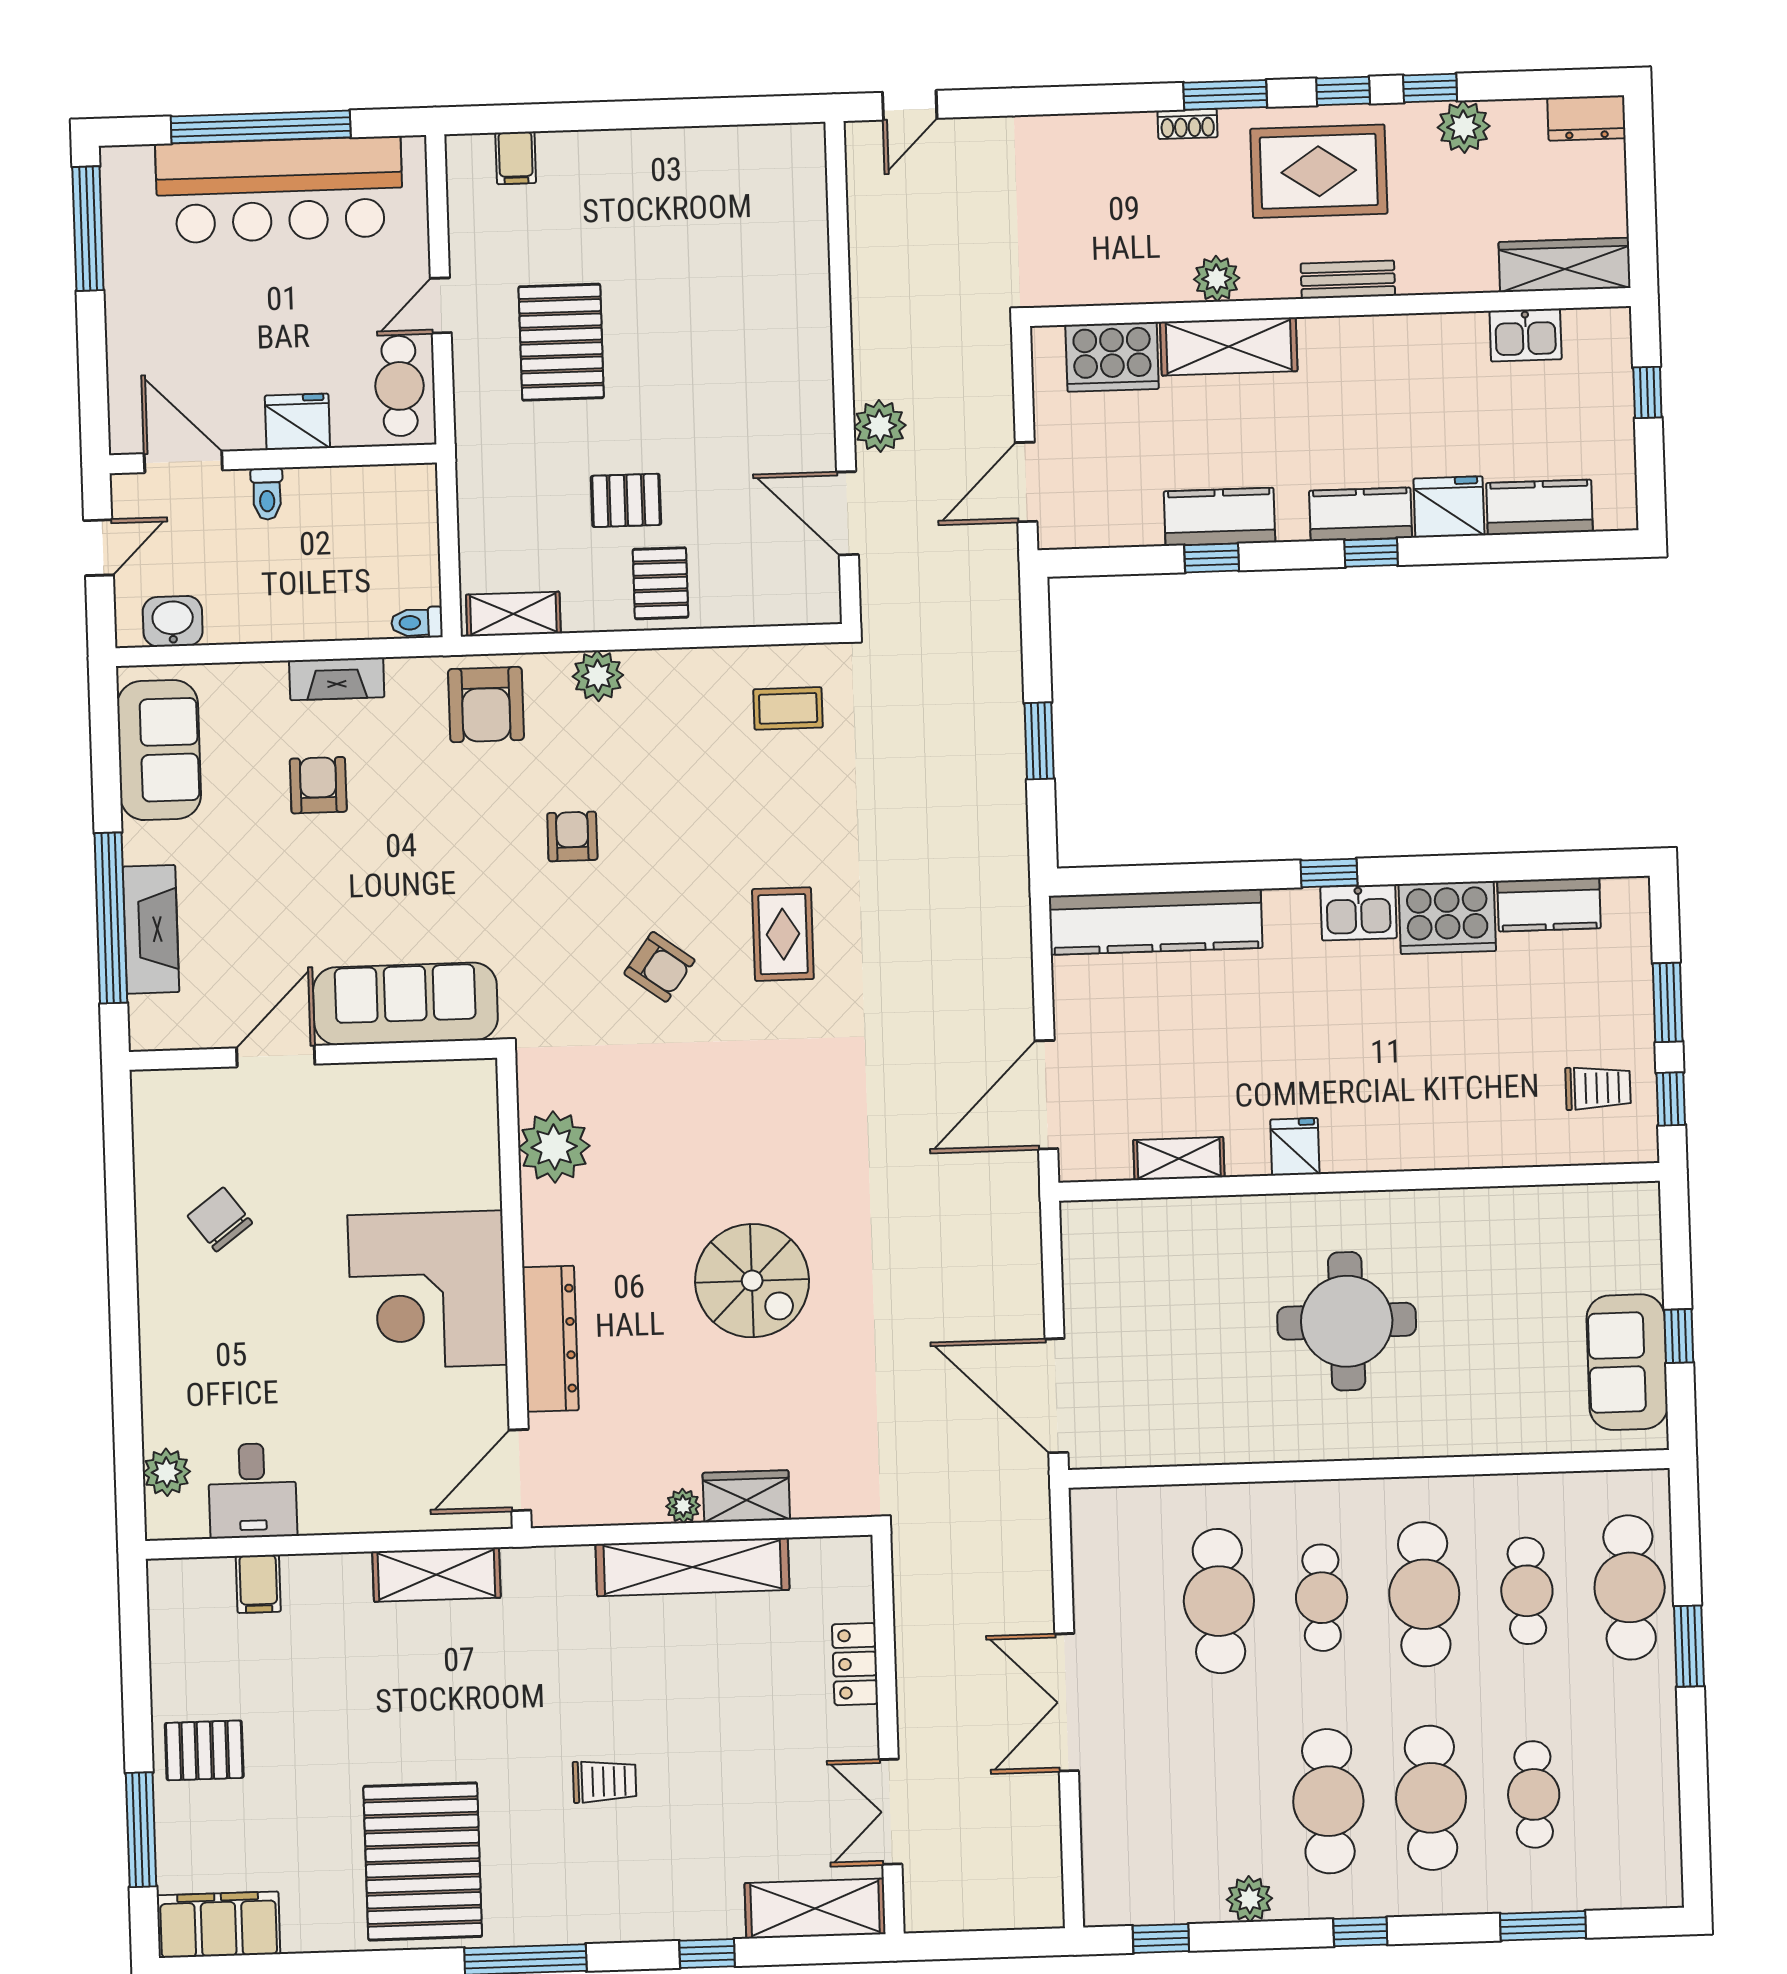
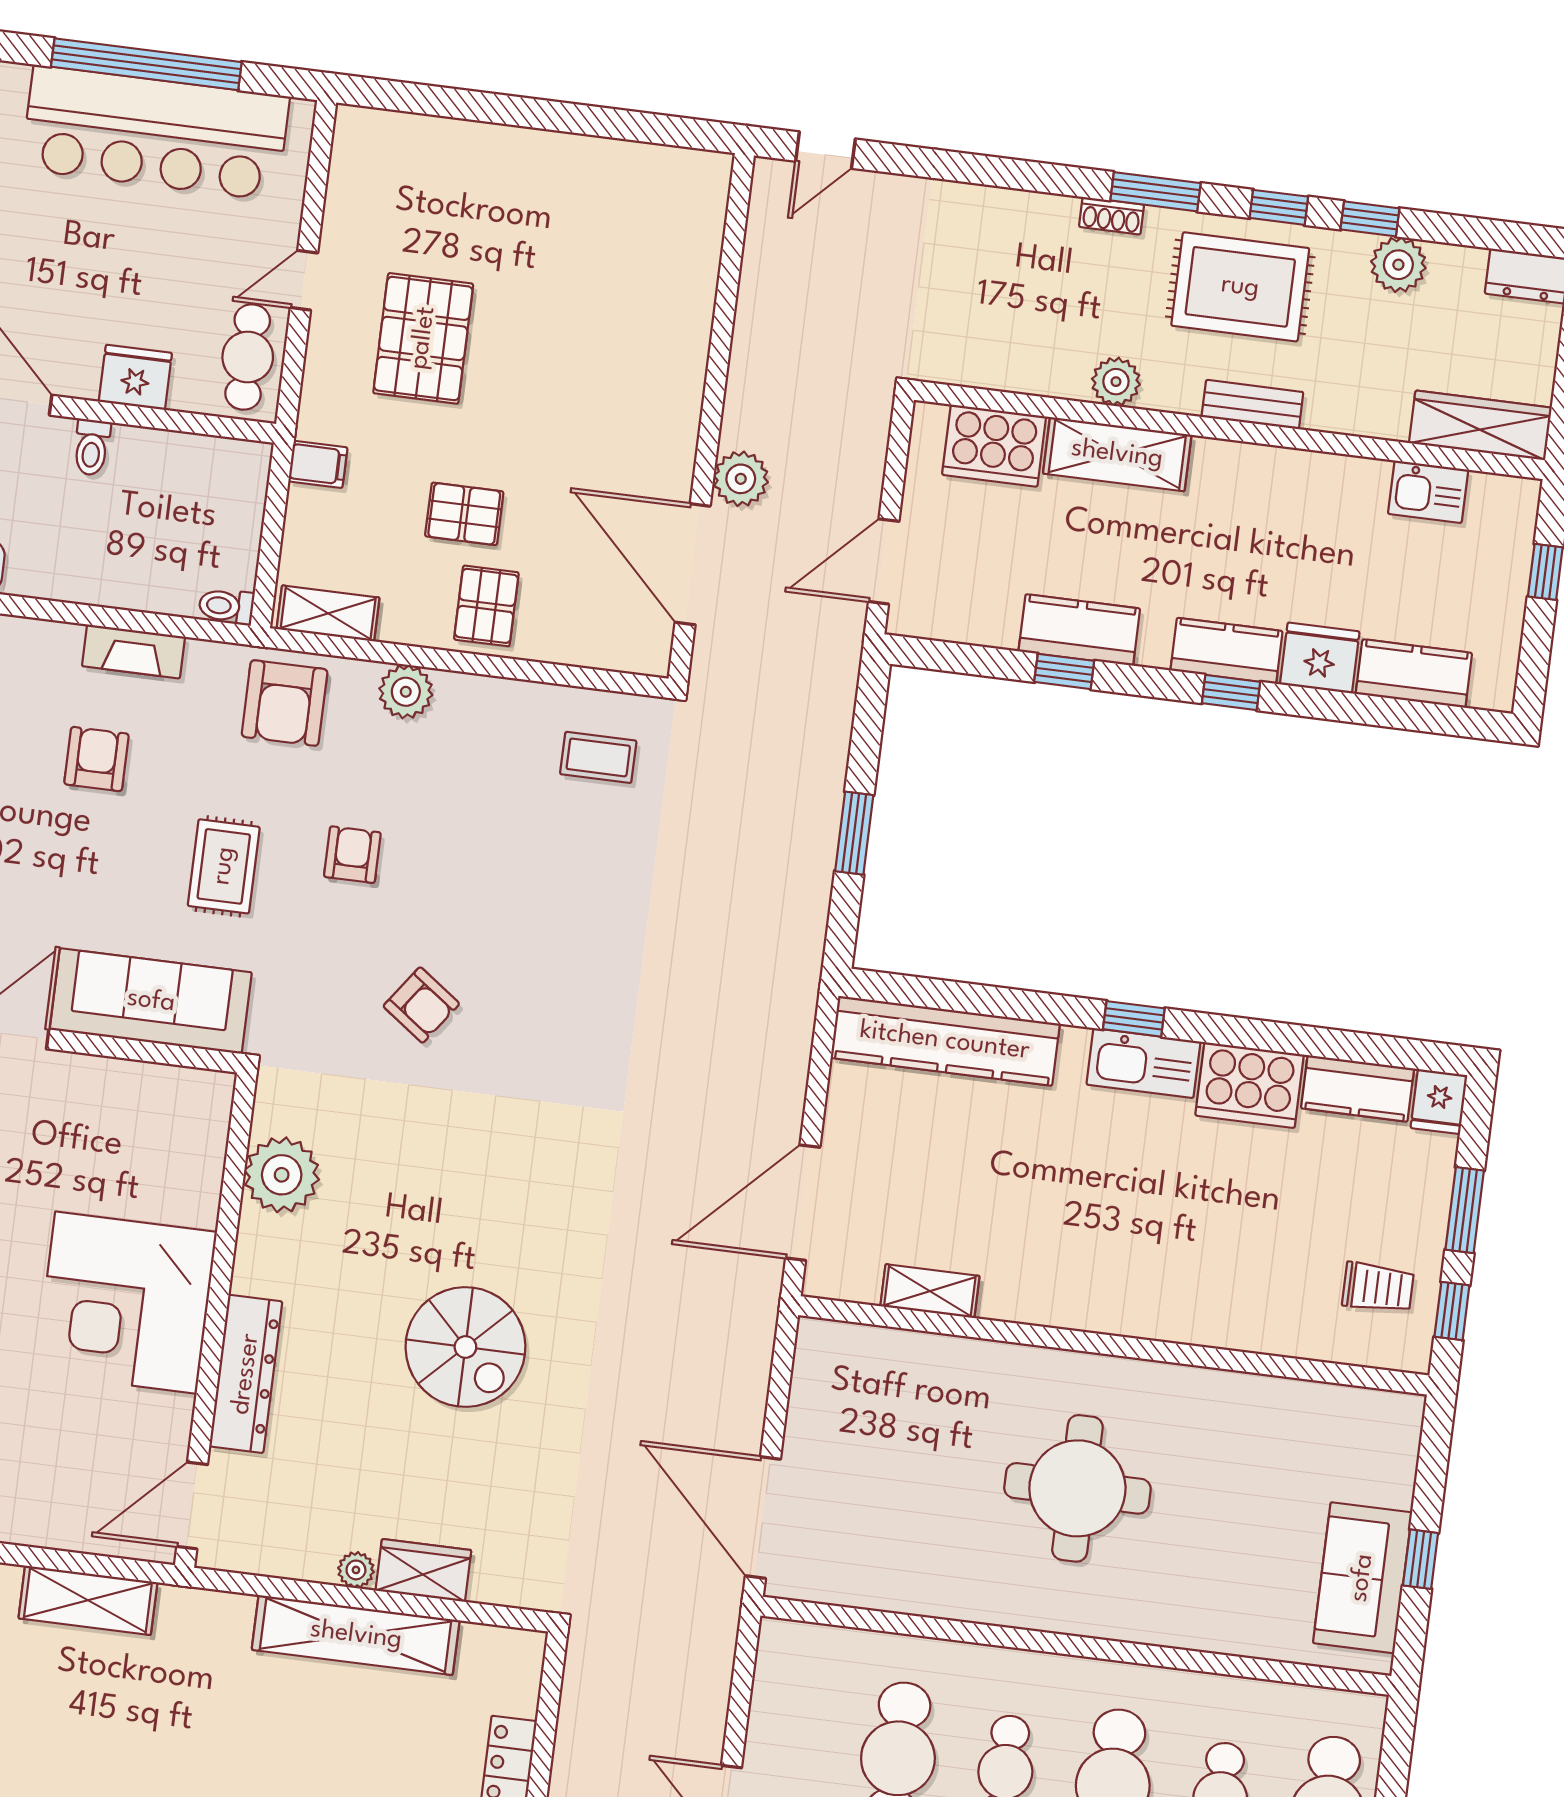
filing cabinet: (516, 158) -> (318, 464), moved, turned -90
door: (847, 513) -> (693, 564), width x1.36
kitchen sink: (1359, 912) -> (1143, 1063), width x1.38
rug: (783, 934) -> (224, 866), moved
fridge: (1295, 1147) -> (1439, 1102), moved, turned 180

